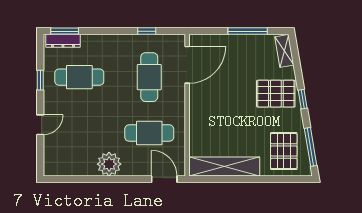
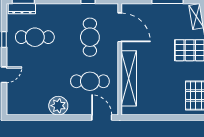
door: (187, 65) -> (120, 27), hinge flipped
shelving: (224, 166) -> (129, 78), moved, turned 90

